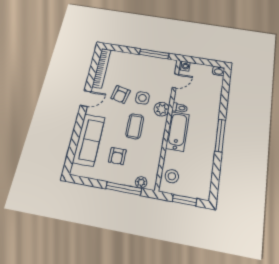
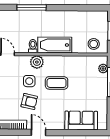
window: (220, 135) -> (32, 7), moved
sofa: (89, 140) -> (81, 120), width x0.73
armchair: (117, 156) -> (85, 93), removed

